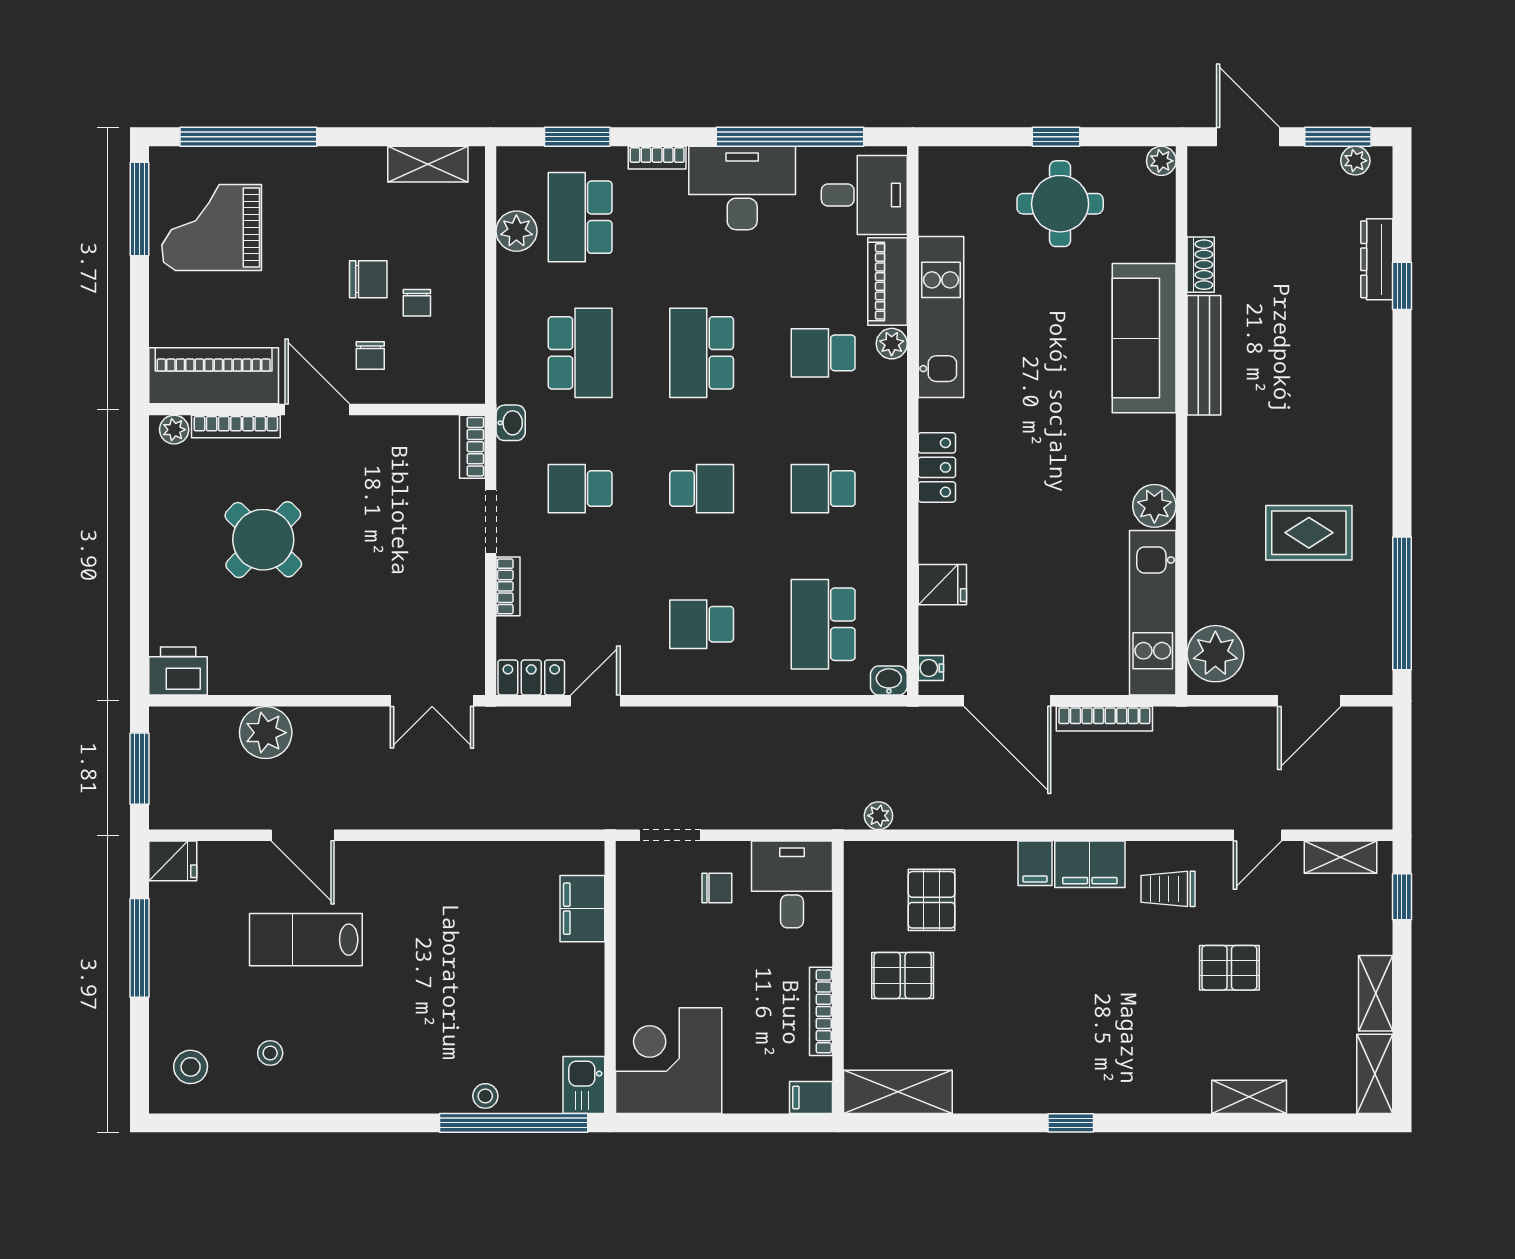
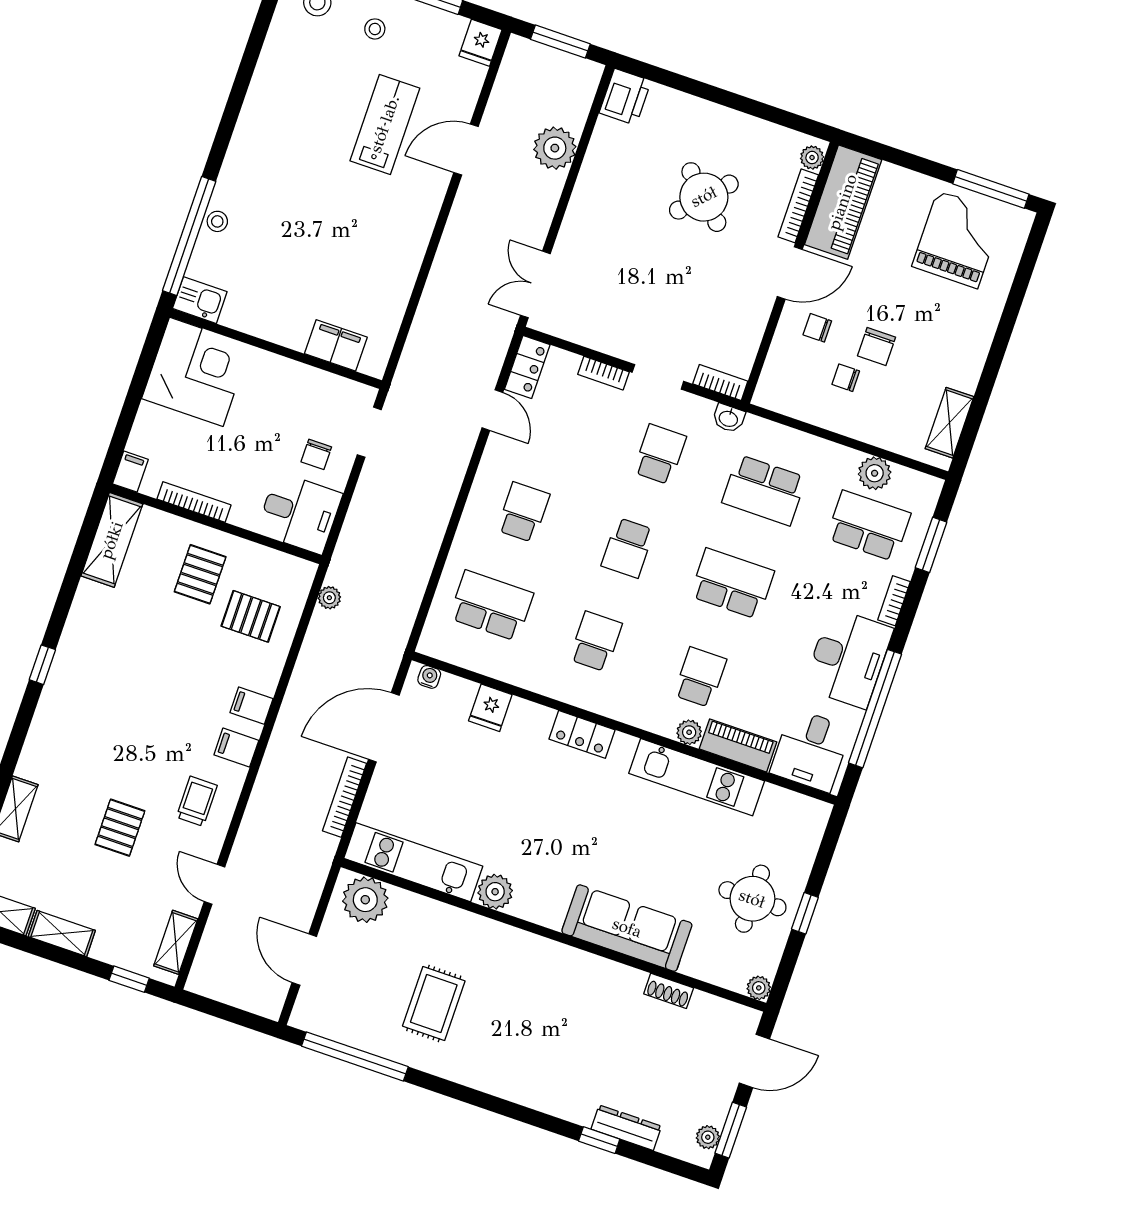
window: (248, 137) -> (1018, 292), removed
bench: (1204, 355) -> (598, 969), removed
washbasin: (889, 680) -> (431, 641), removed
filing cabinet: (1090, 864) -> (236, 748), width x0.50
stool: (270, 1053) -> (375, 29), moved

